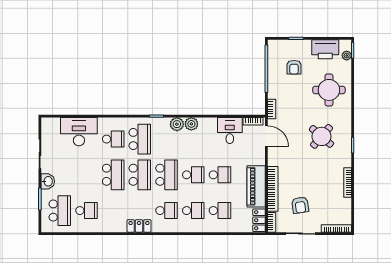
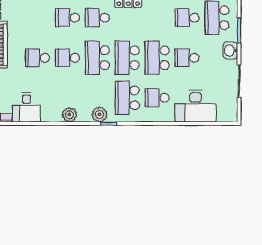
plant: (177, 124) -> (99, 114), moved
school desk: (220, 211) -> (187, 58), moved

